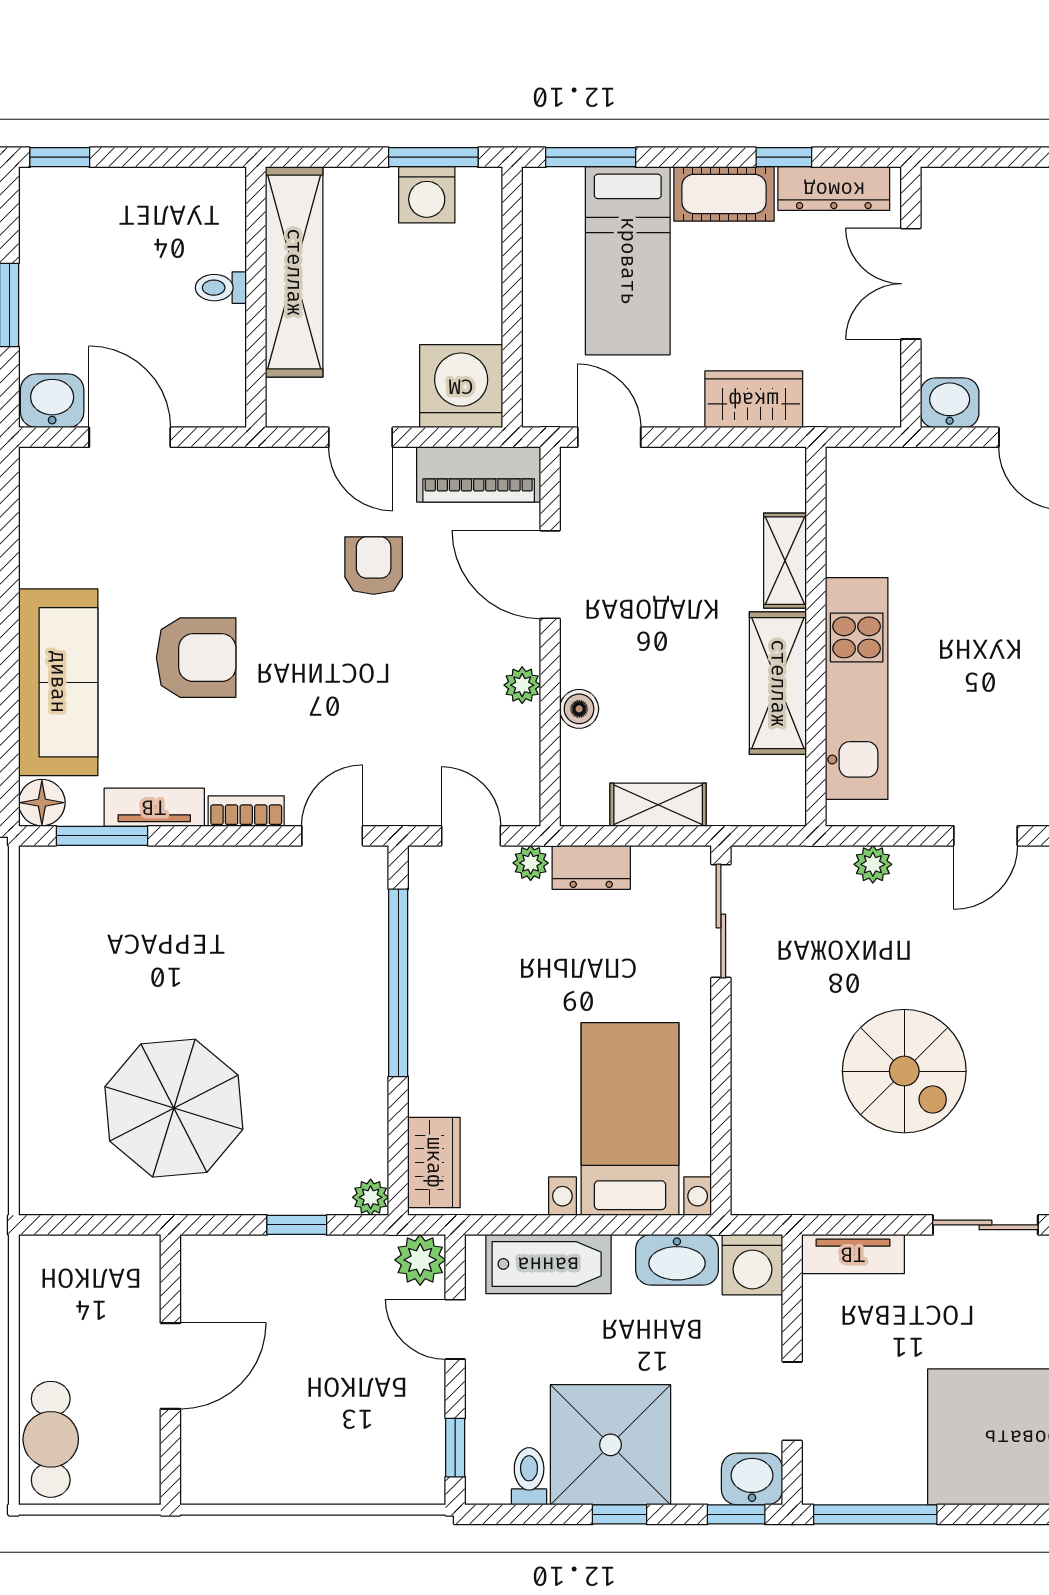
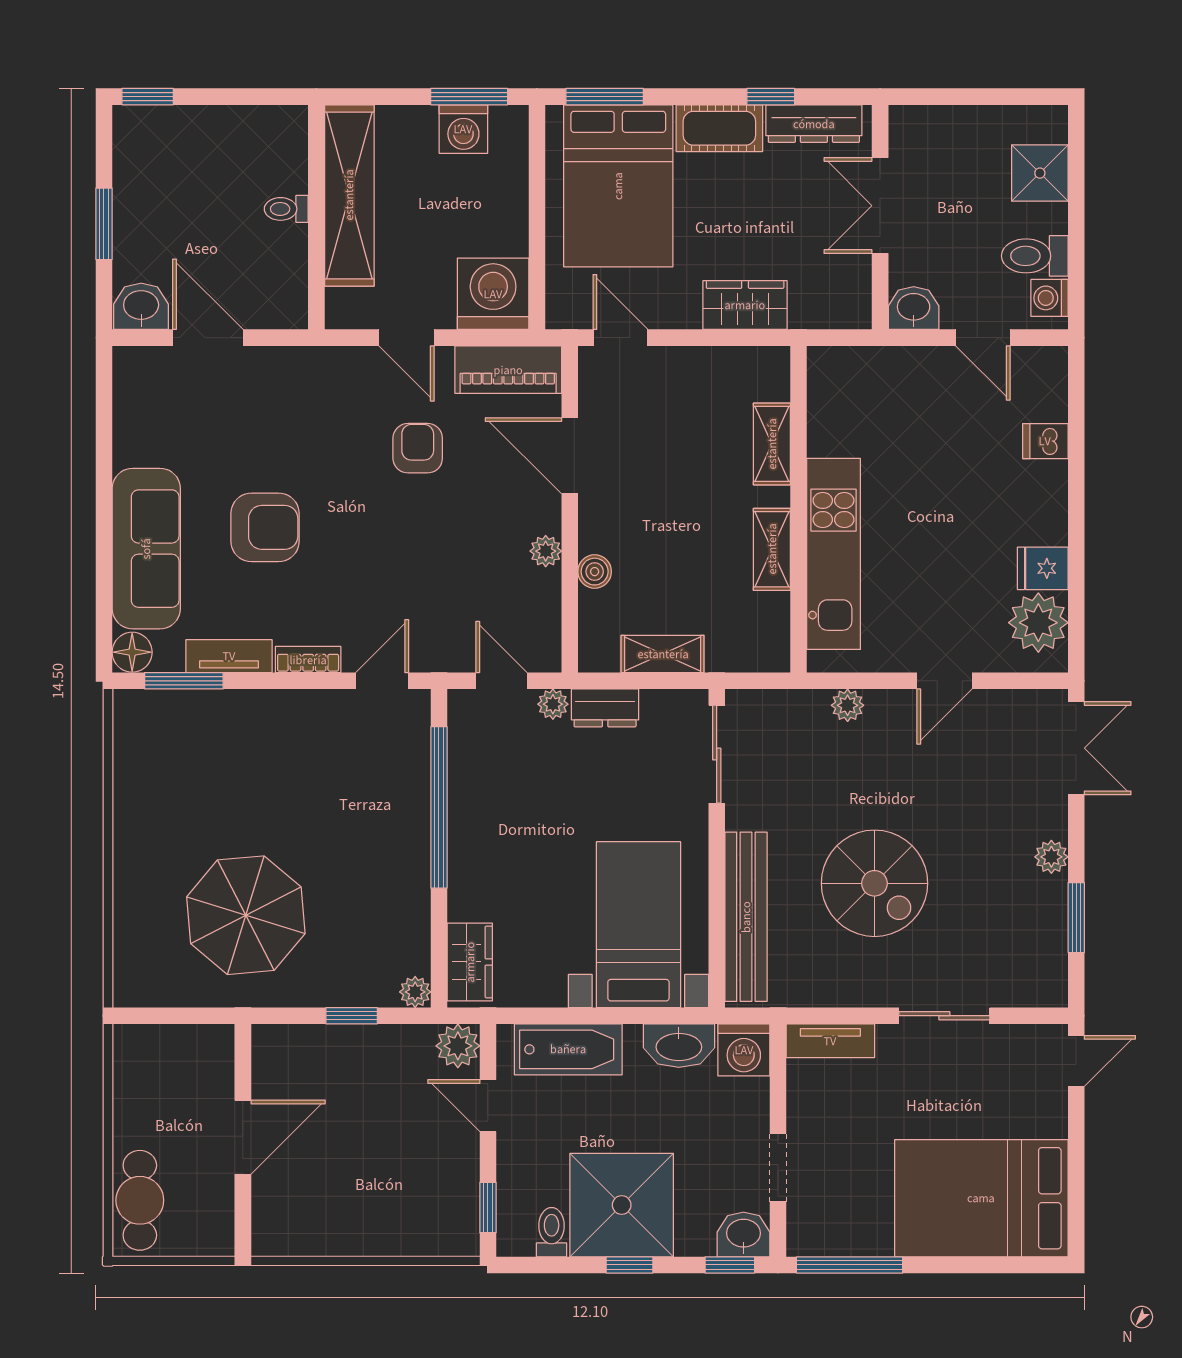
bed: (628, 261) -> (618, 186), width x1.50
shelving: (778, 683) -> (772, 549), width x0.67, depth x0.75
bench: (755, 1110) -> (746, 917), added

